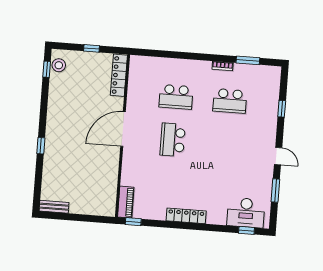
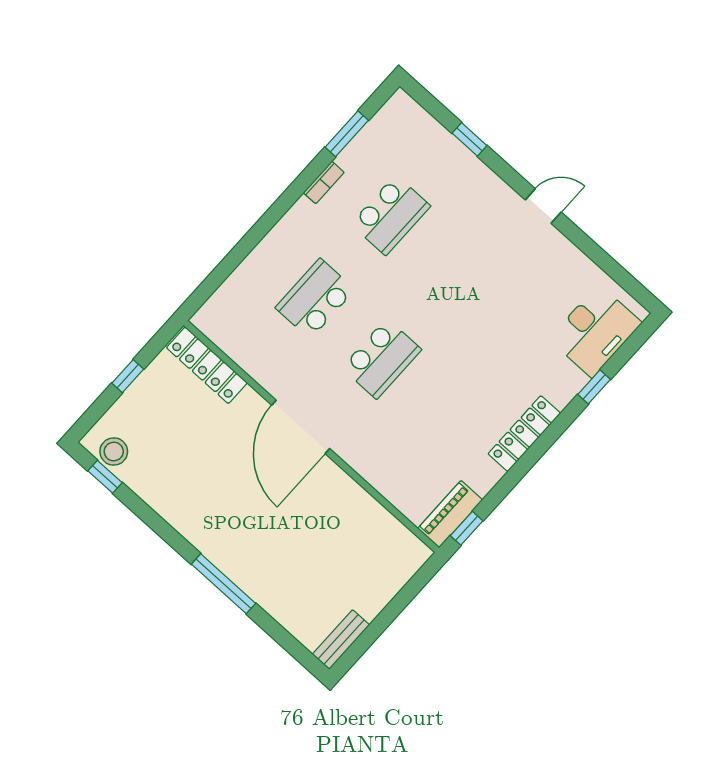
school desk: (176, 97) -> (315, 299), turned 180
school desk: (173, 140) -> (382, 359), turned -90
window: (41, 146) -> (223, 584), width x2.17
window: (275, 191) -> (596, 254), removed
piano: (126, 202) -> (450, 514), moved, turned -90
window: (246, 230) -> (594, 387), moved

